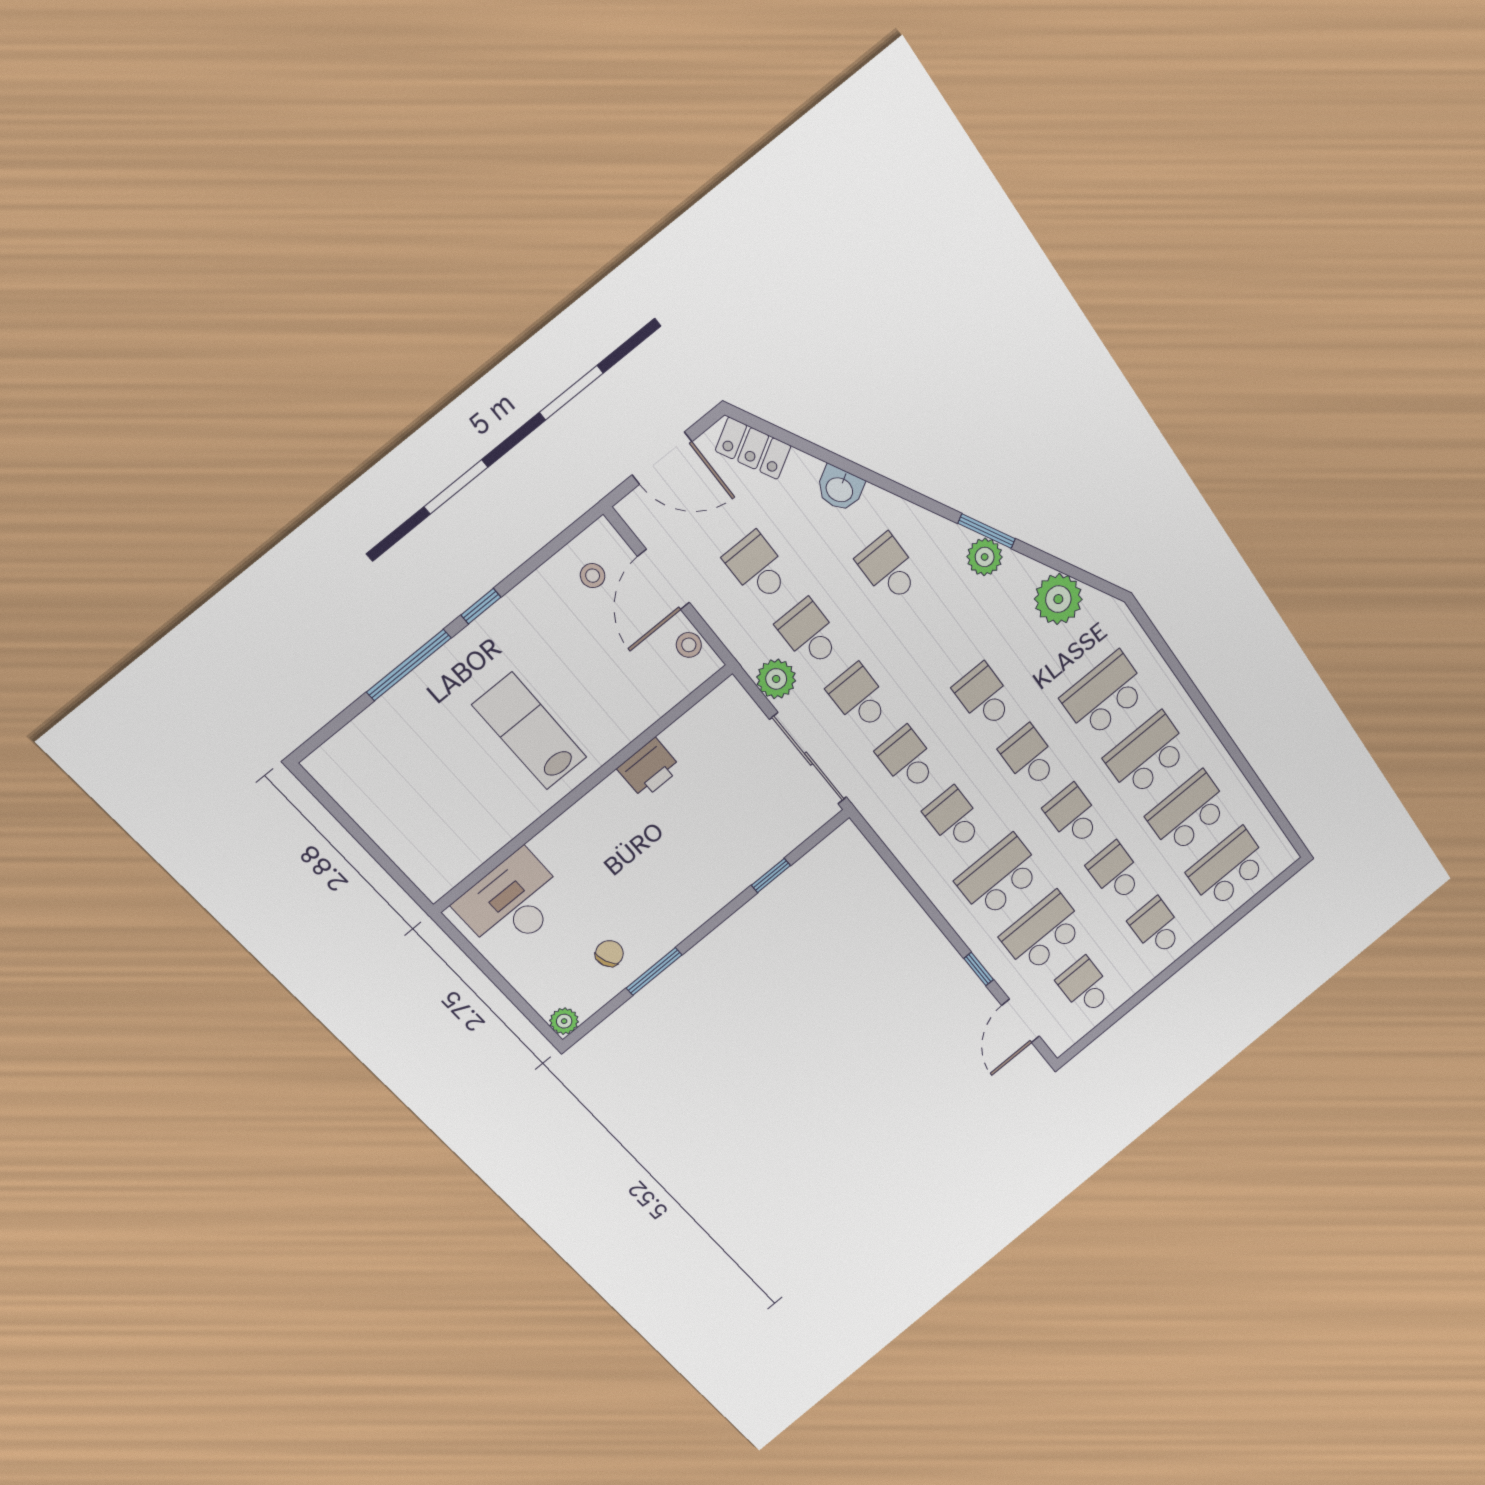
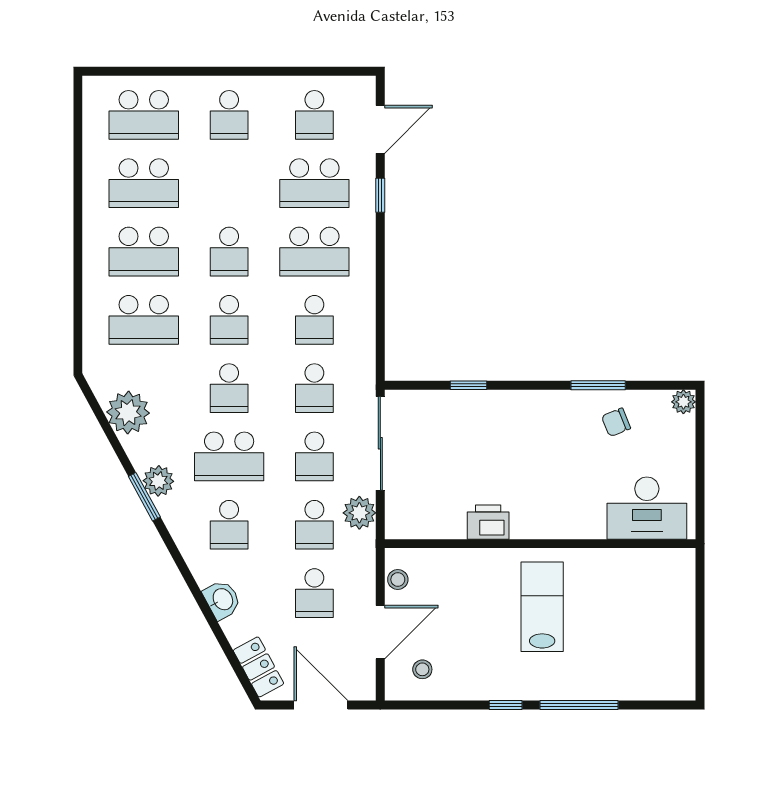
lab bench: (530, 731) -> (542, 607), turned 180
school desk: (1115, 872) -> (229, 456), moved, width x1.85

